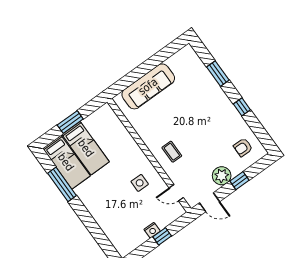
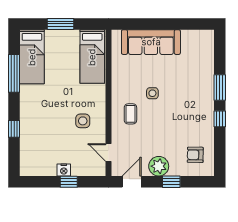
window: (218, 74) -> (220, 87), moved
side table: (177, 124) -> (152, 93), added
bed: (86, 148) -> (92, 57), moved
door: (210, 202) -> (132, 182), swing flipped
window: (92, 226) -> (14, 129), added

